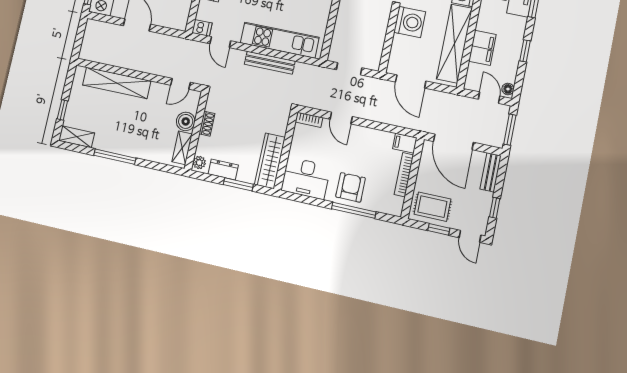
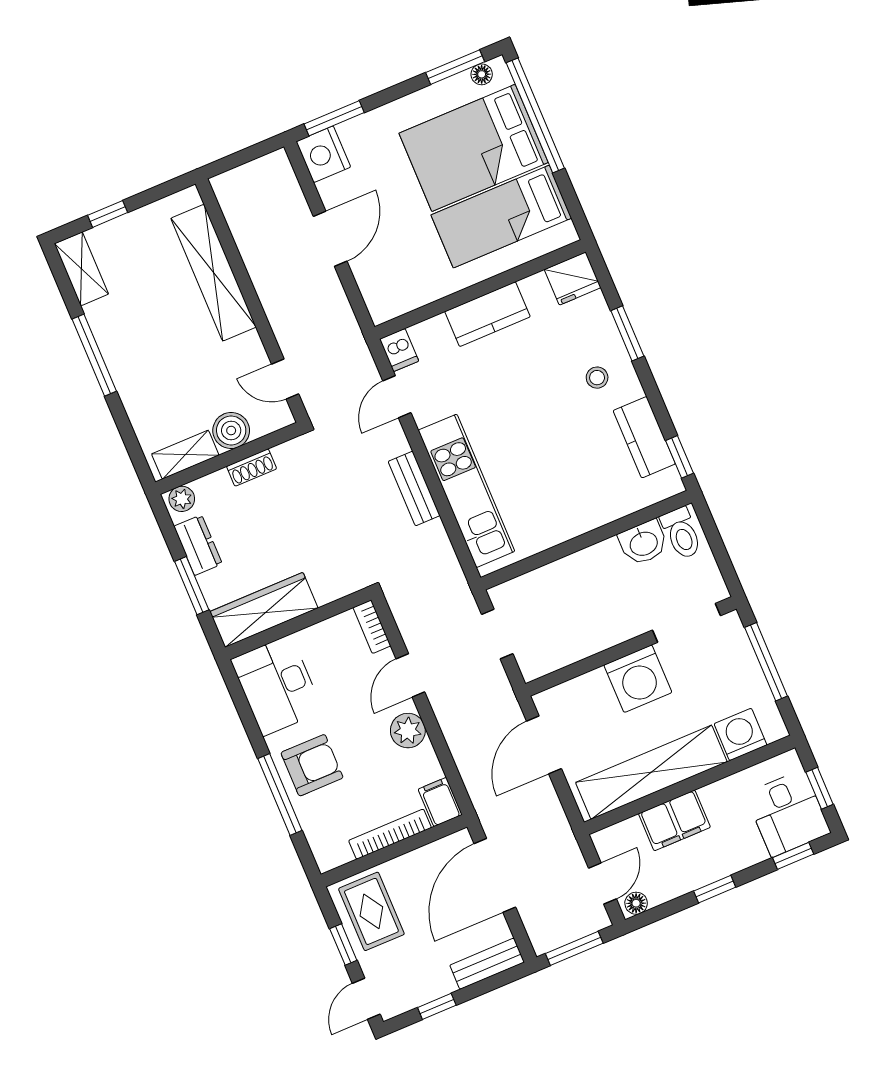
bench: (270, 63) -> (414, 488), width x0.73
plant: (364, 136) -> (408, 731), added

